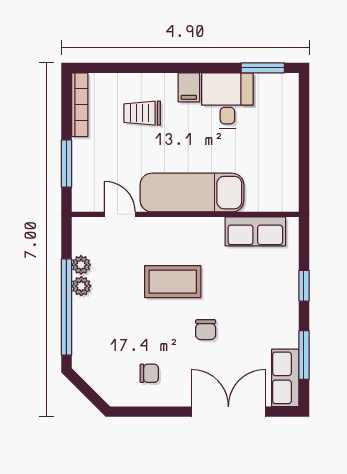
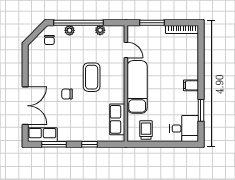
window: (263, 68) -> (201, 110), moved
desk: (227, 101) -> (184, 129), moved
trolley: (142, 113) -> (146, 130), moved
door: (120, 214) -> (126, 50), hinge flipped
plant: (81, 286) -> (70, 30), moved
chair: (149, 373) -> (49, 40), moved

